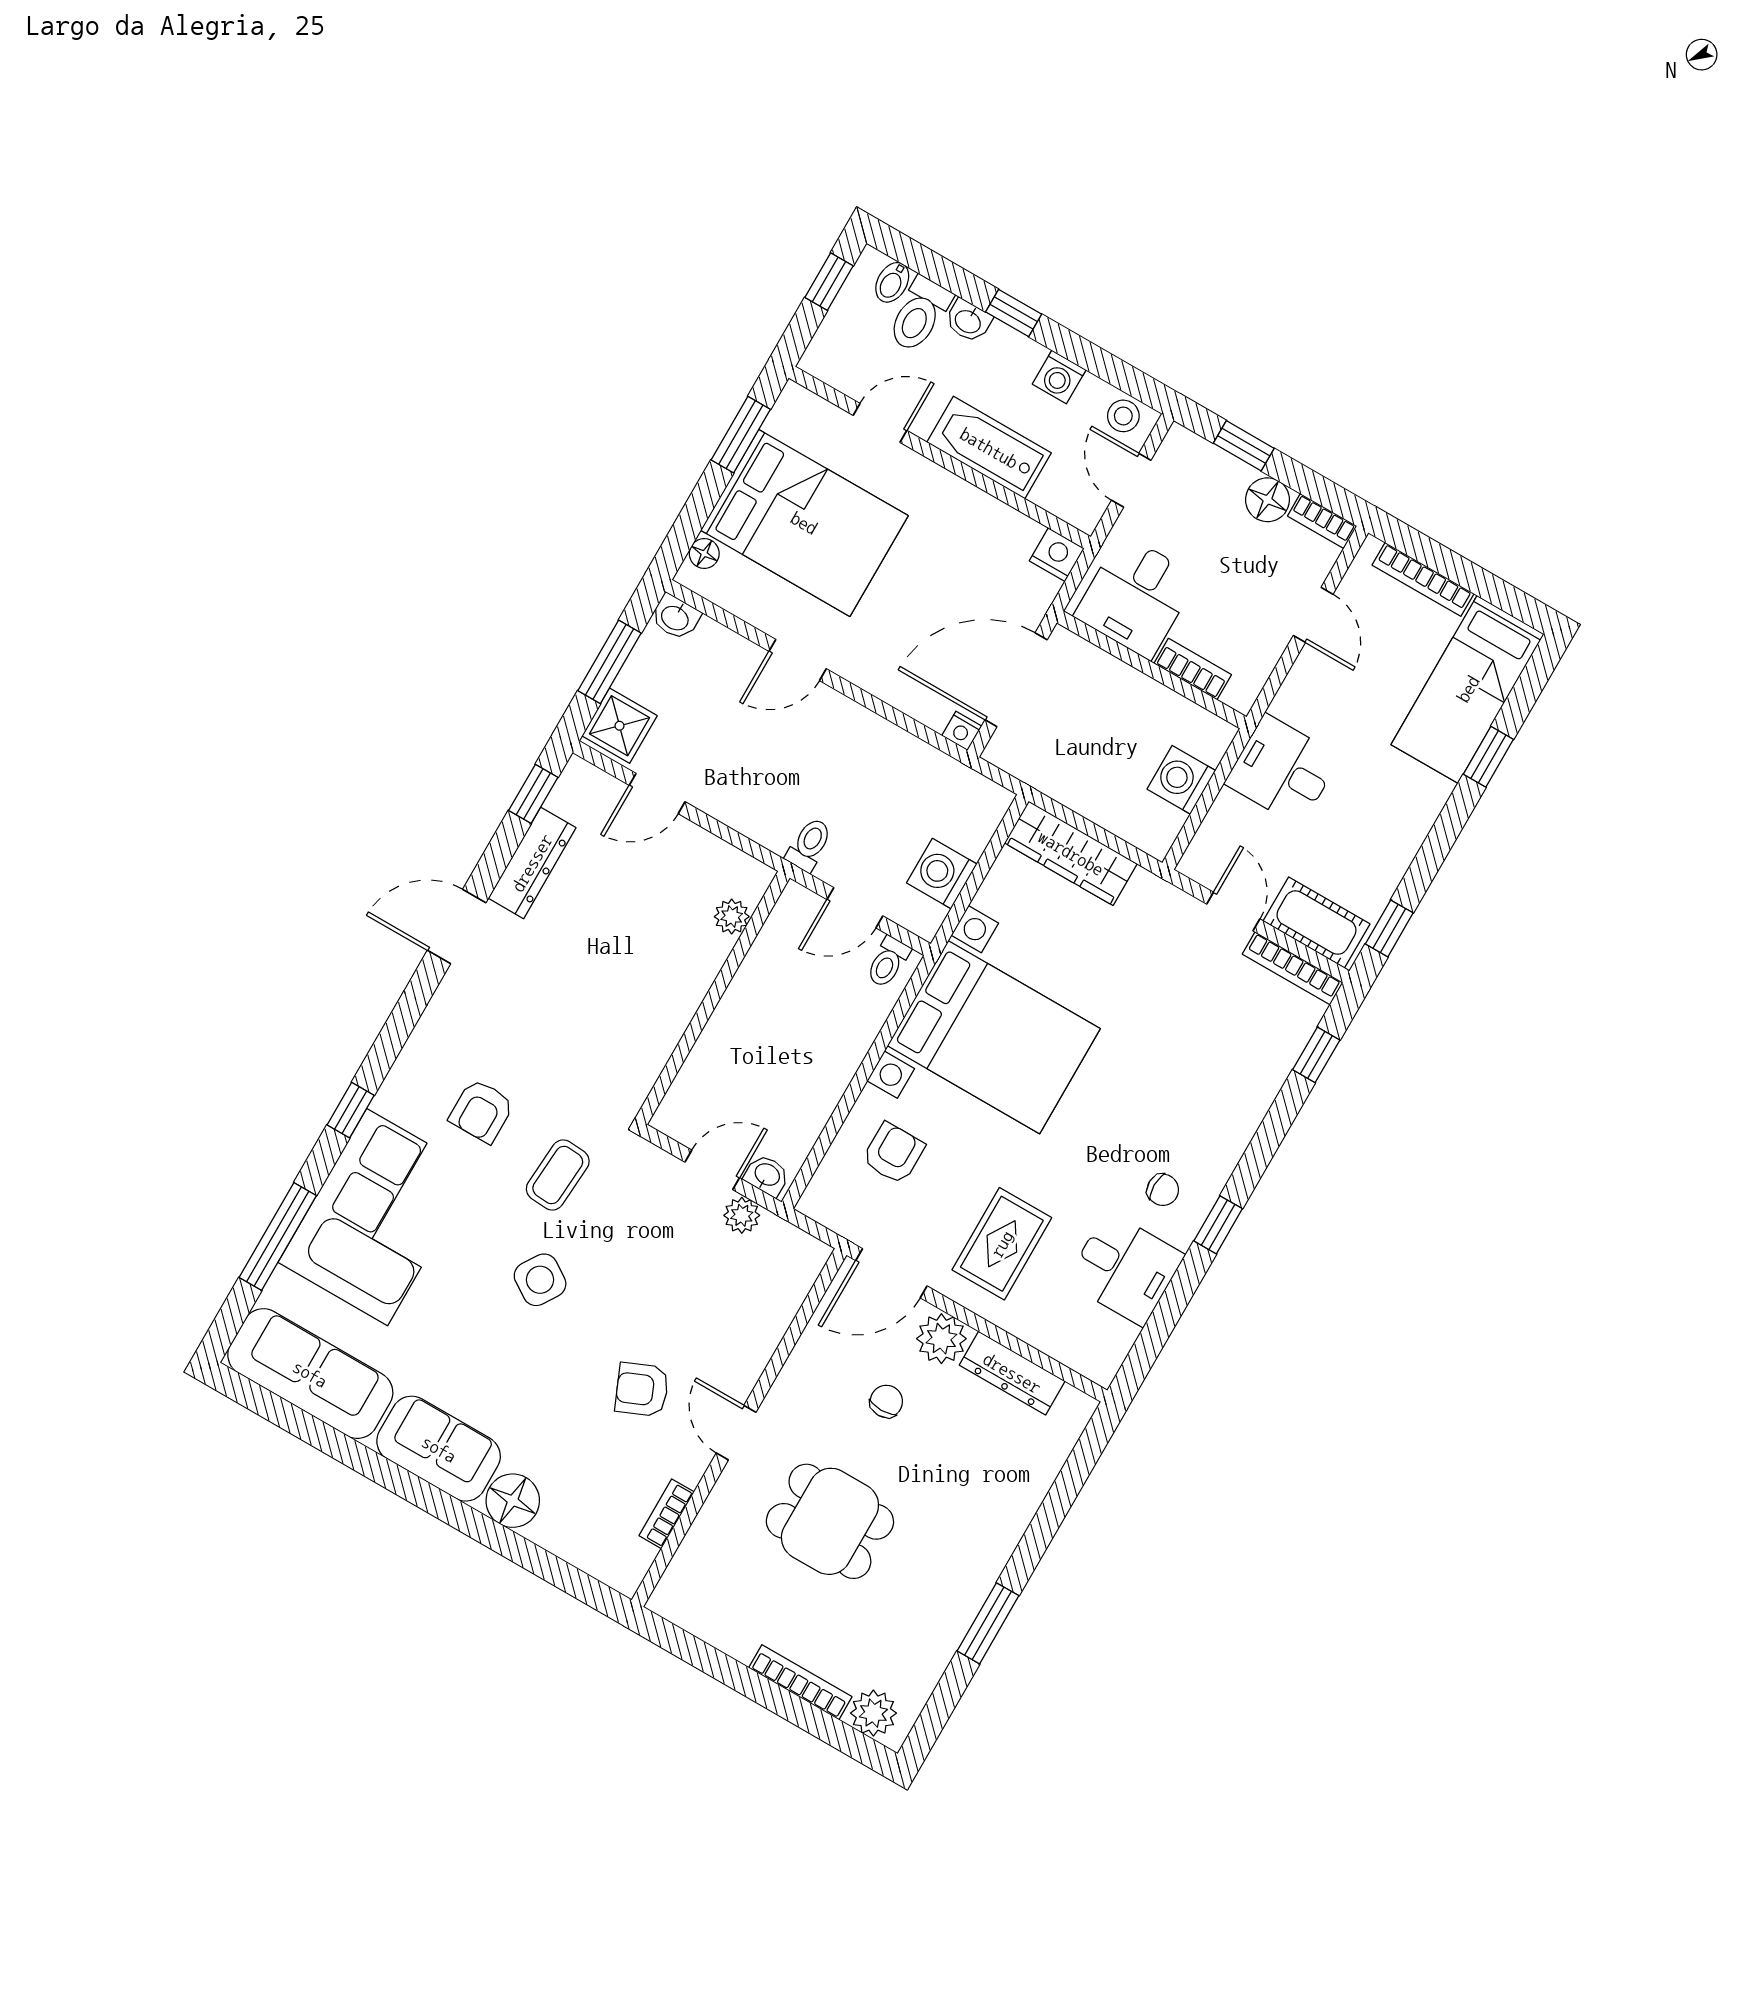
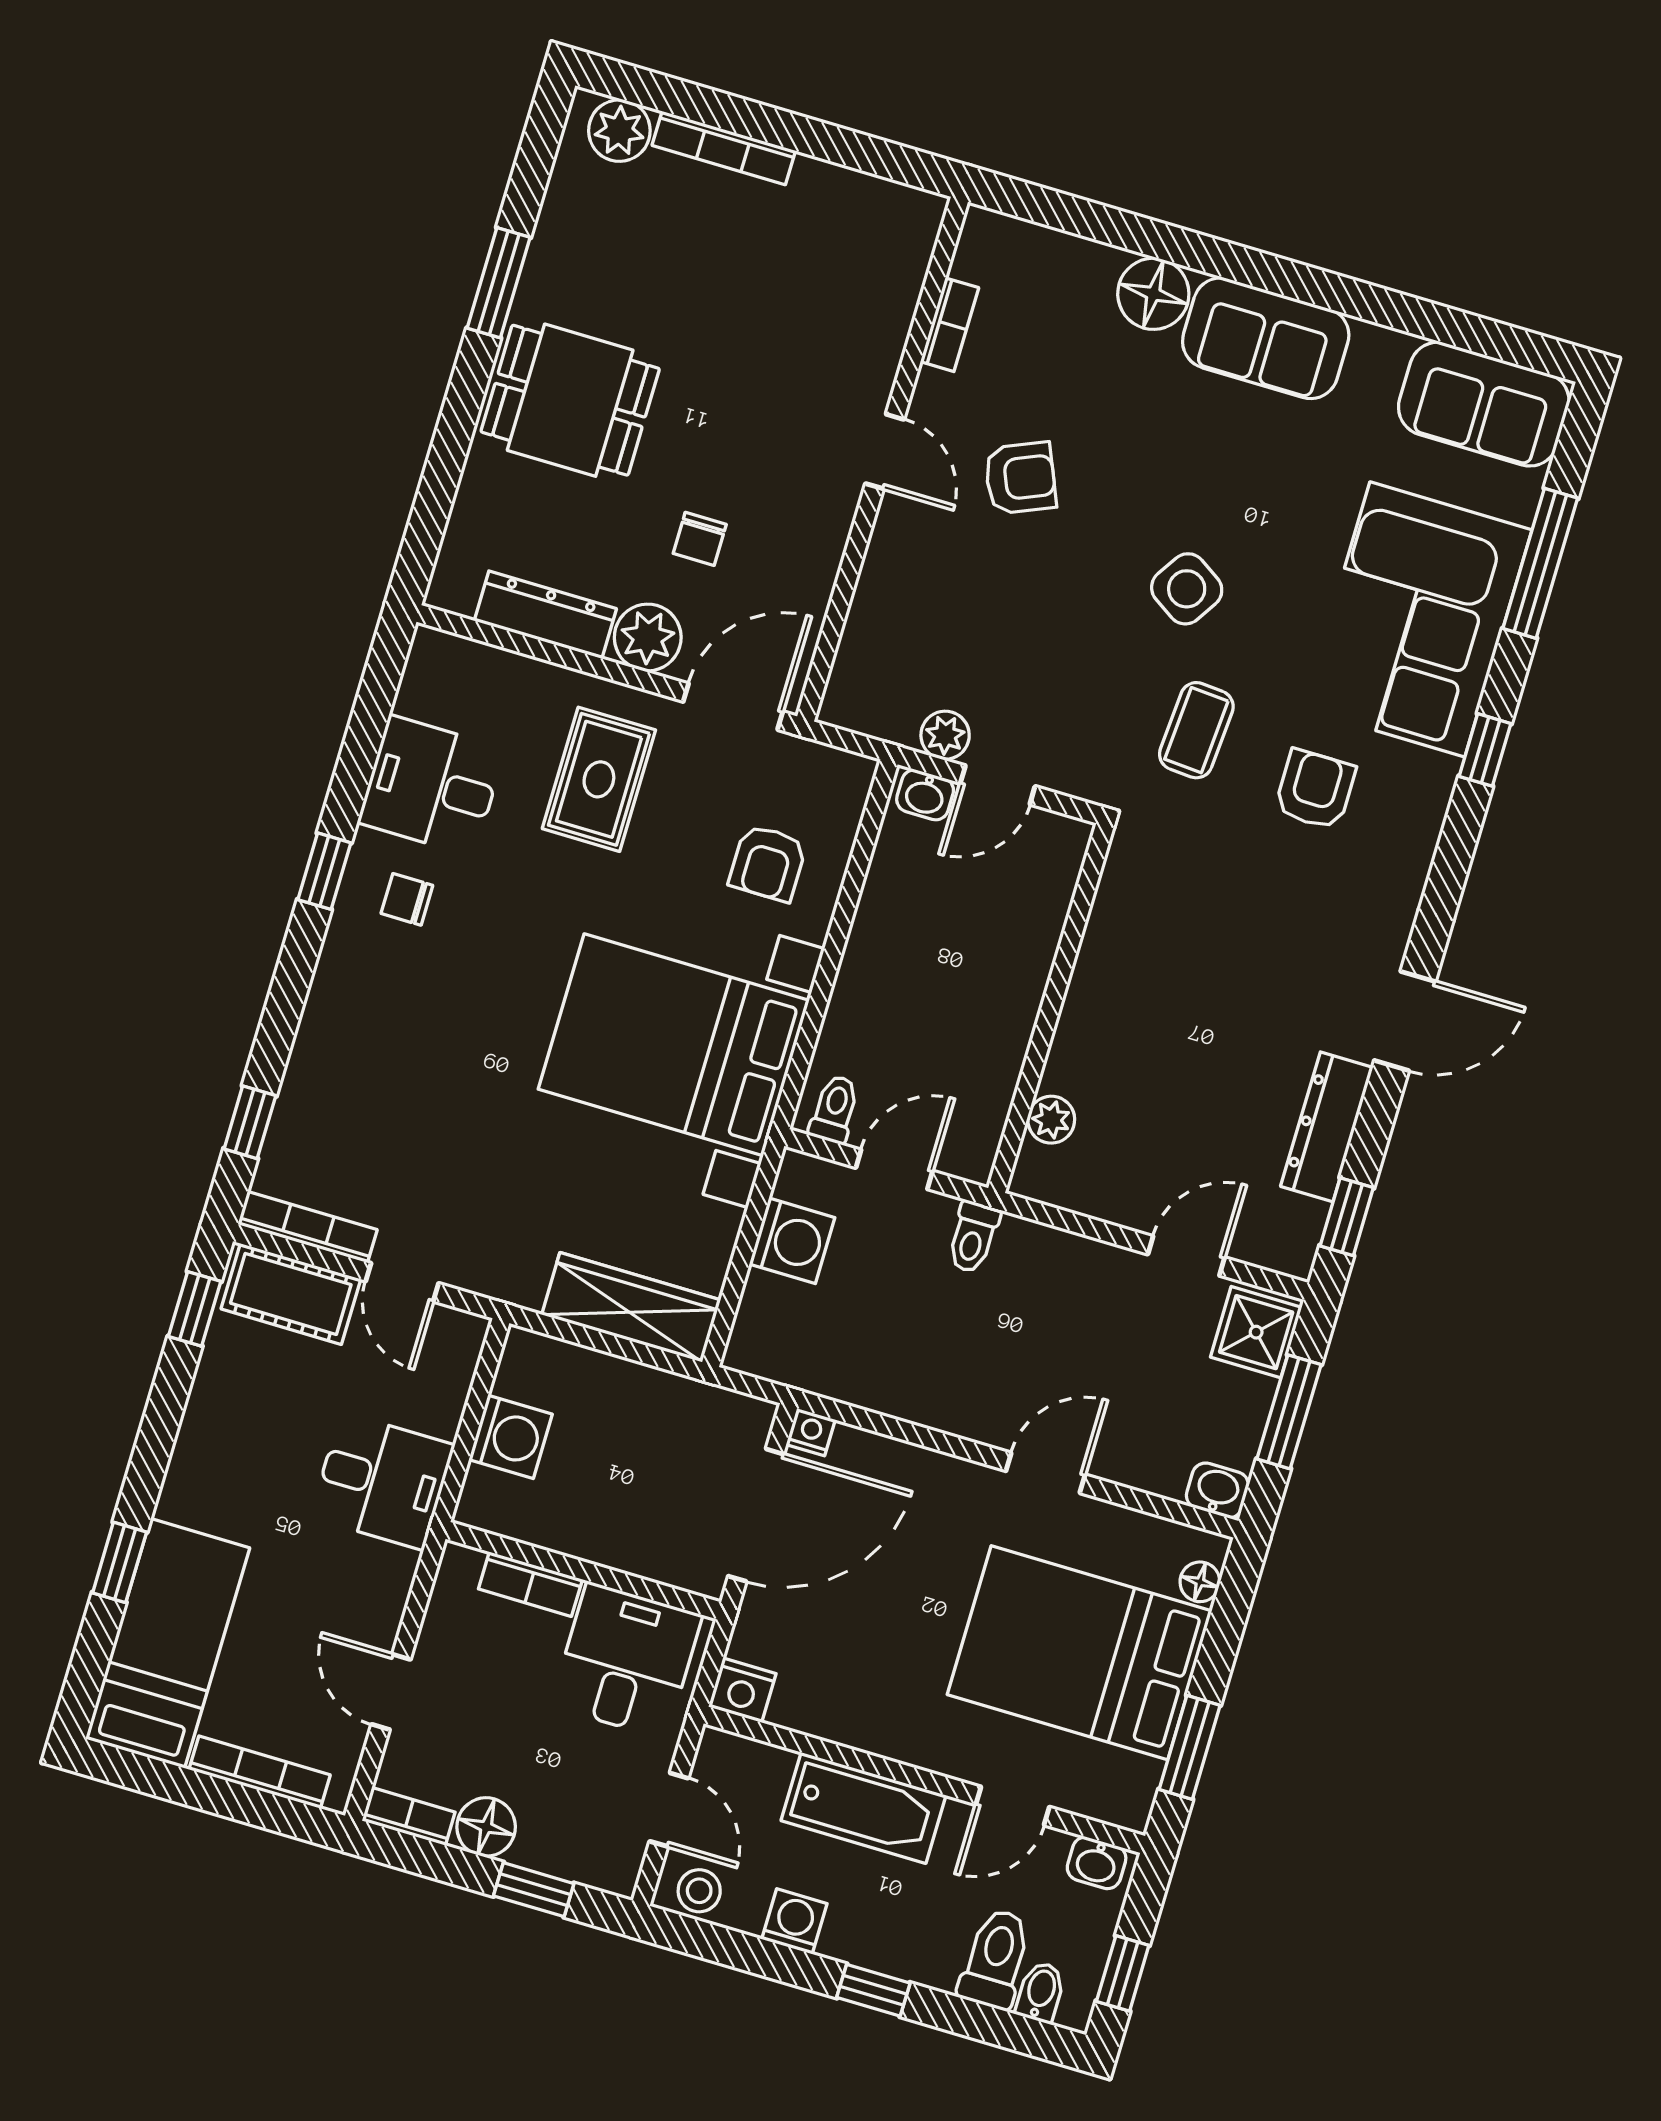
washbasin: (968, 321) -> (1097, 1863), moved, turned 180
sofa: (310, 1374) -> (1484, 404), width x0.73
dining table: (830, 1521) -> (570, 400), moved

